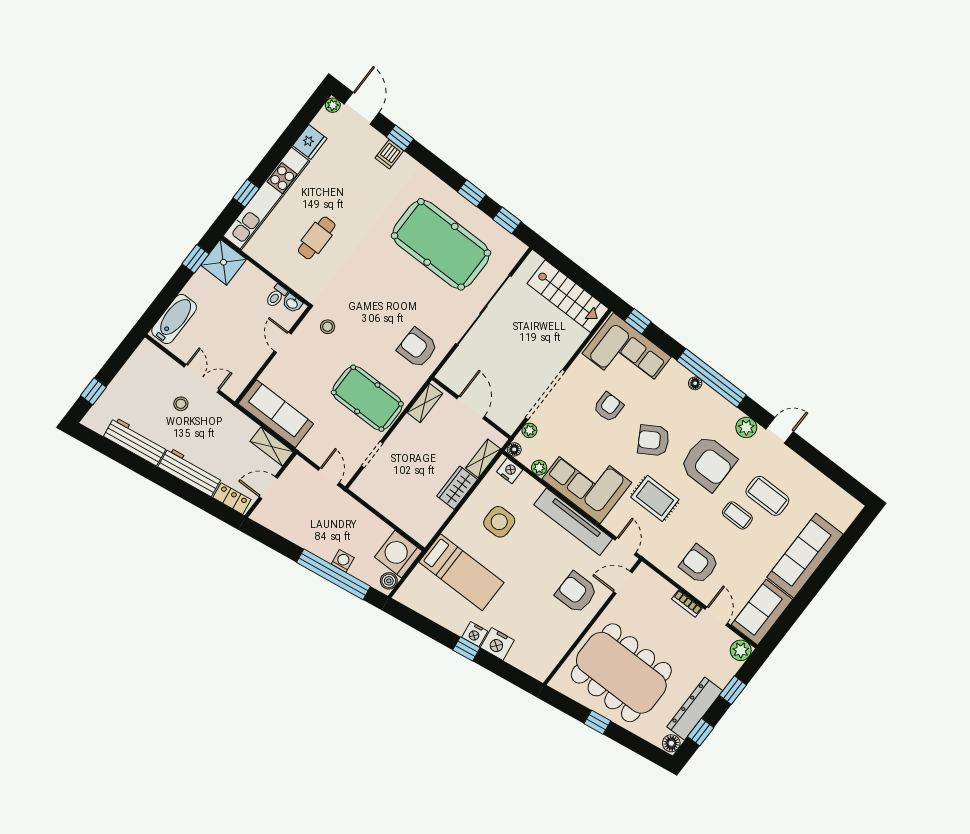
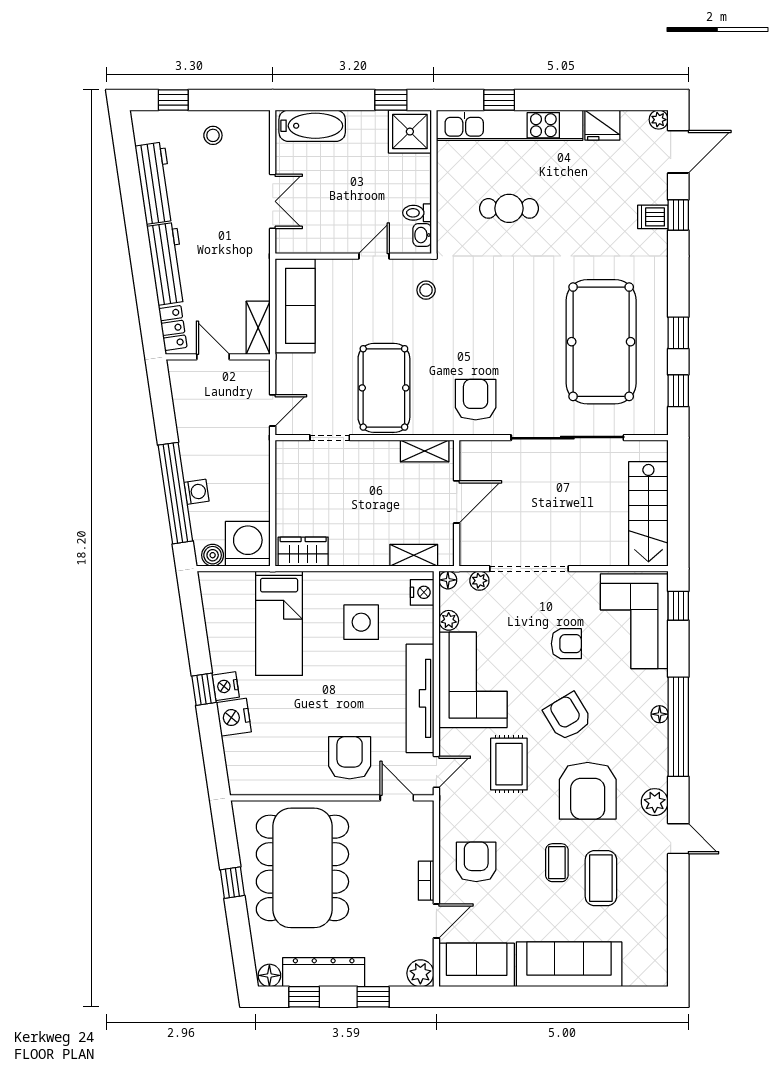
stool: (181, 404) -> (213, 135), moved
wardrobe: (457, 488) -> (303, 552), moved

